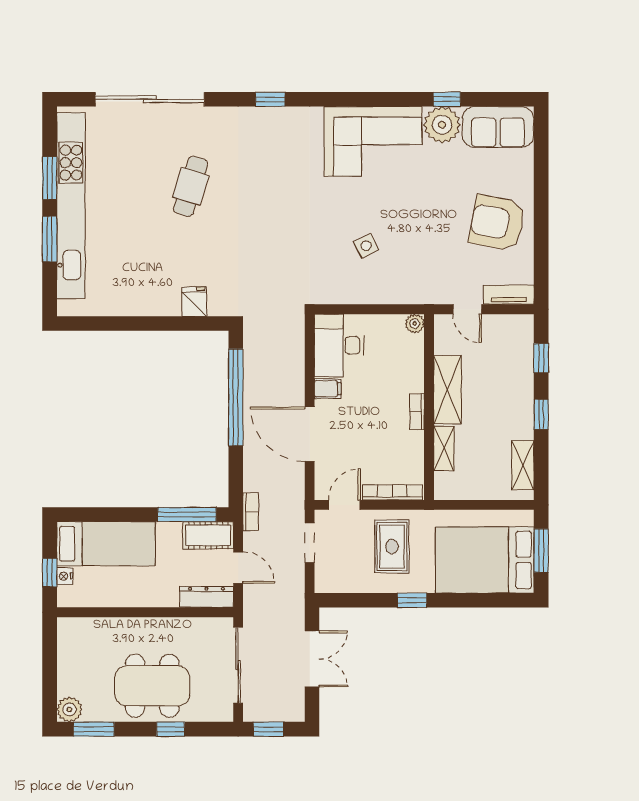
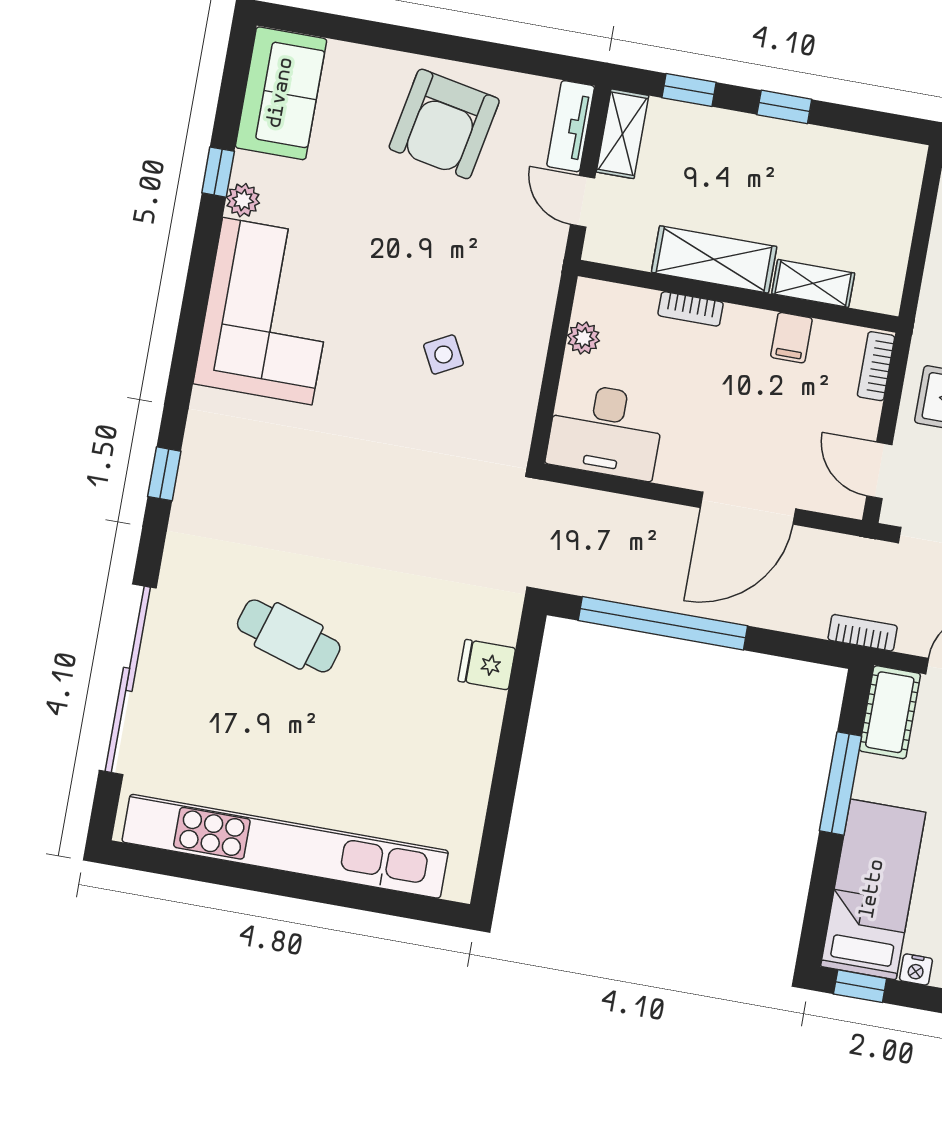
plant: (442, 125) -> (243, 200), width x0.53, depth x0.53
window: (50, 178) -> (232, 874), removed
window: (50, 239) -> (336, 893), removed
door: (467, 309) -> (583, 201), swing flipped
plant: (415, 324) -> (583, 338), moved
filing cabinet: (328, 389) -> (791, 338), moved, turned 180
bookcase: (417, 412) -> (691, 309), moved
shelving: (523, 465) -> (623, 134), moved, turned 90
bookcase: (392, 492) -> (876, 366), width x0.64
window: (187, 514) -> (840, 783), moved
window: (50, 573) -> (860, 986), moved

